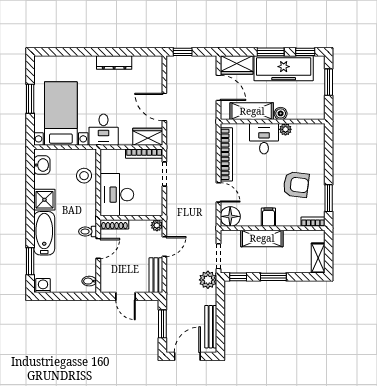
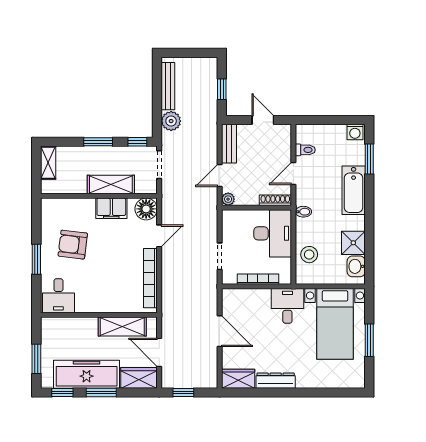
window: (183, 52) -> (183, 392), moved
boiler: (281, 113) -> (90, 324), removed
plant: (285, 129) -> (85, 306), removed
wardrobe: (148, 137) -> (238, 379), moved, turned 180
desk: (264, 139) -> (58, 296), moved
bookcase: (144, 154) -> (258, 279), moved
door: (219, 192) -> (159, 236), swing flipped
window: (329, 198) -> (36, 259), moved
shower: (44, 200) -> (353, 243), moved
filing cabinet: (268, 217) -> (111, 208), width x2.00
bookcase: (313, 222) -> (54, 203), removed
toilet: (88, 232) -> (305, 150), moved
plant: (208, 280) -> (171, 121), moved
bidet: (89, 281) -> (303, 212), moved
window: (162, 324) -> (222, 89), width x0.67
door: (187, 356) -> (194, 53), removed

